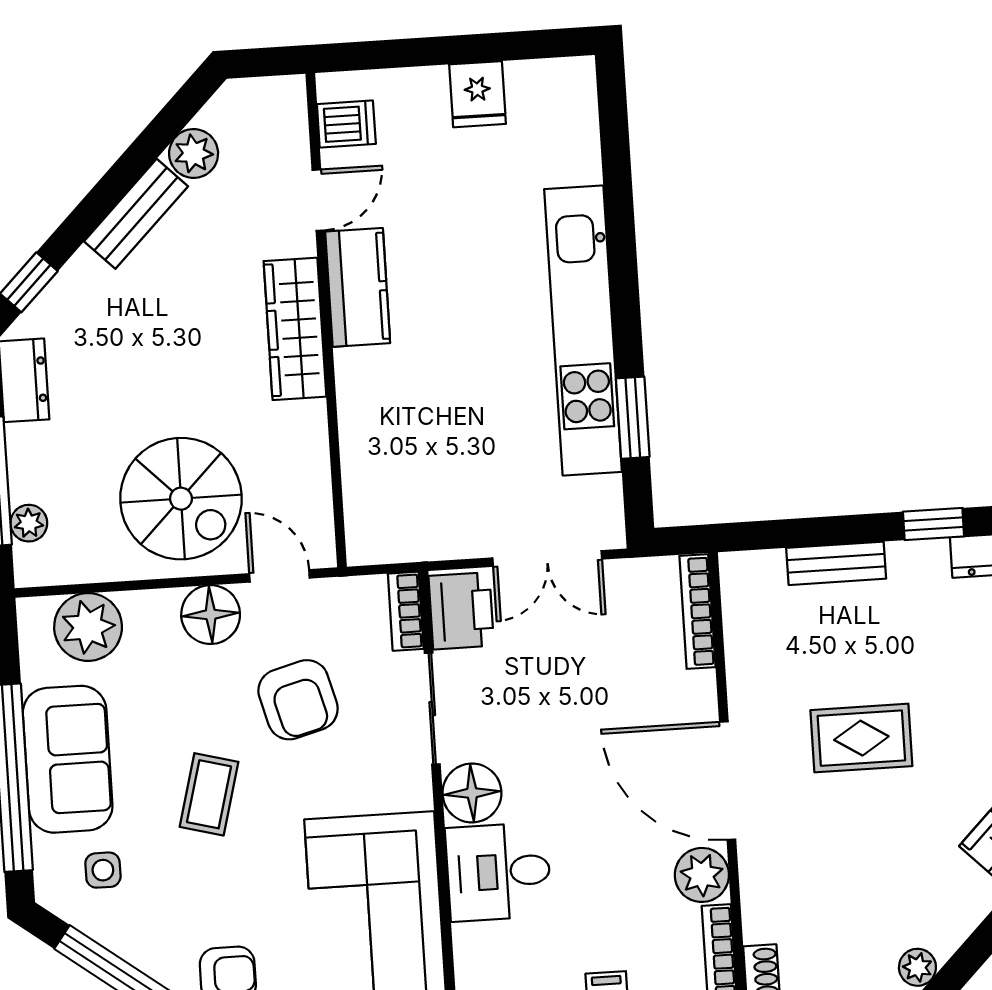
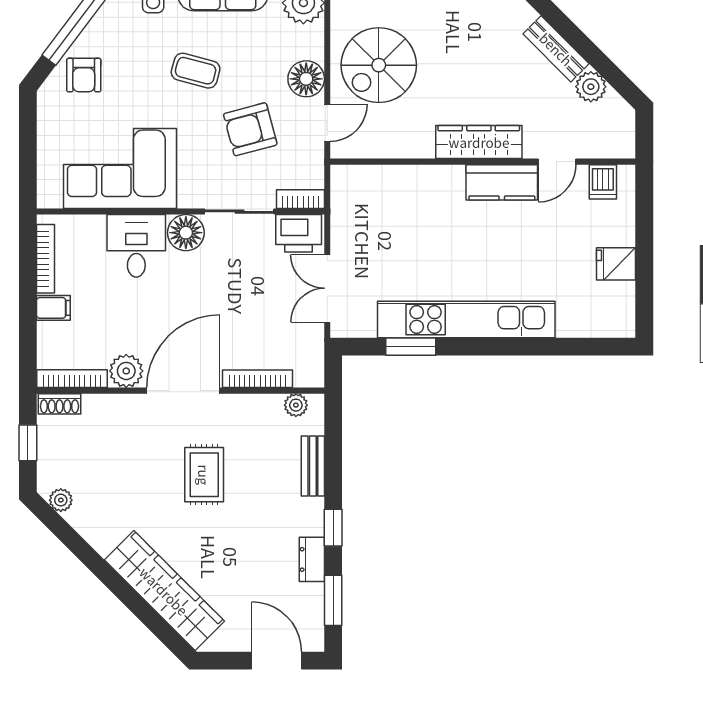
door: (318, 200) -> (557, 162), hinge flipped
plant: (739, 597) -> (296, 405), added
bookcase: (697, 612) -> (258, 379), moved

